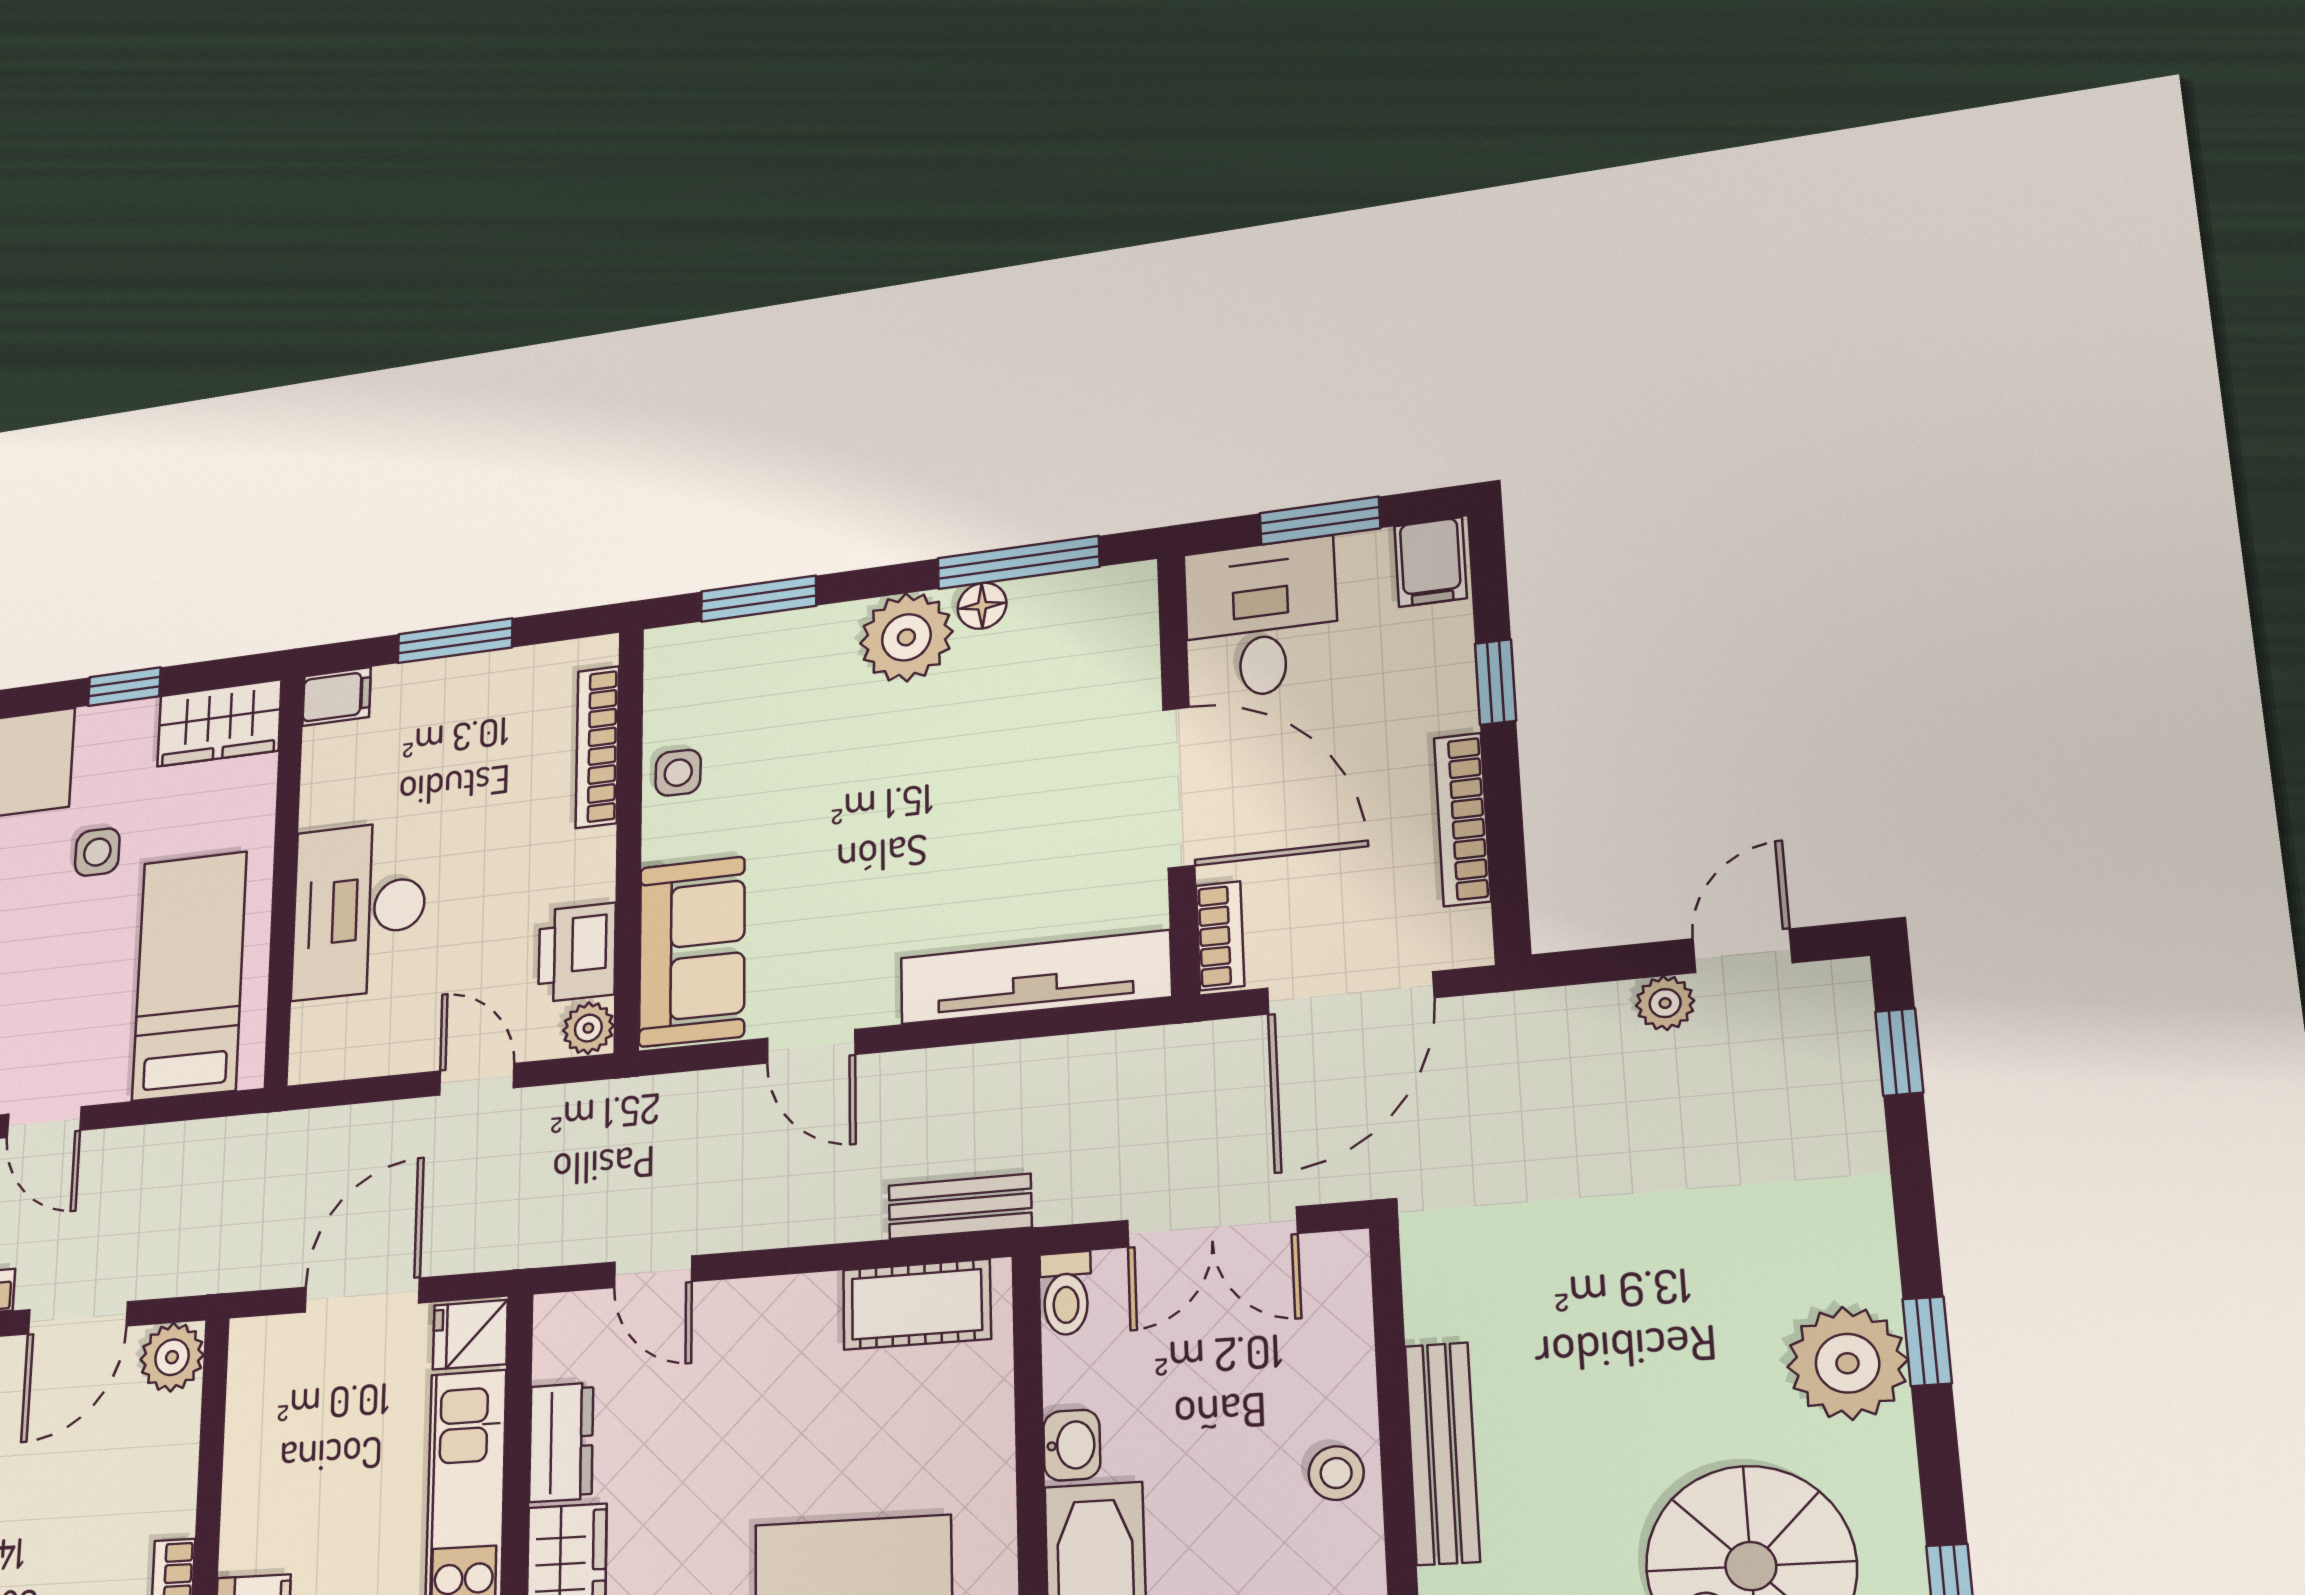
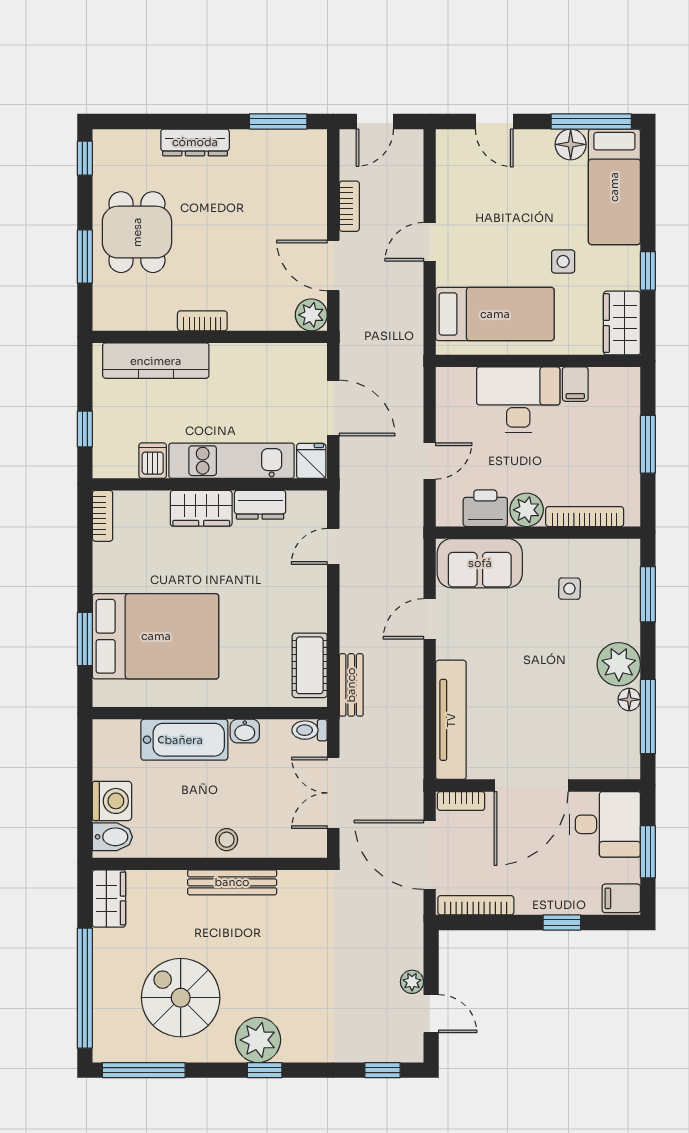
filing cabinet: (337, 697) -> (575, 384), moved
side table: (678, 773) -> (569, 589), moved
bookcase: (1462, 819) -> (476, 905), moved
plant: (588, 1028) -> (527, 510), moved, width x1.38, depth x1.38

